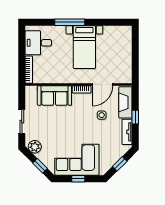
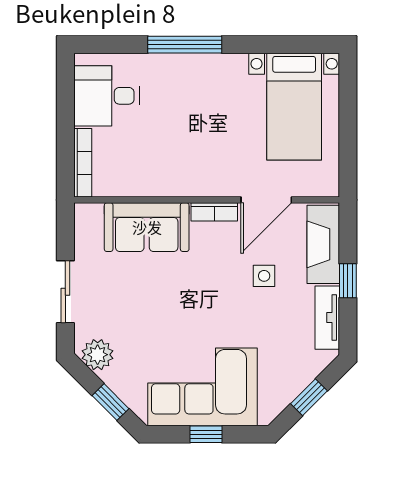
bed with nightstands: (84, 47) -> (294, 107), moved

